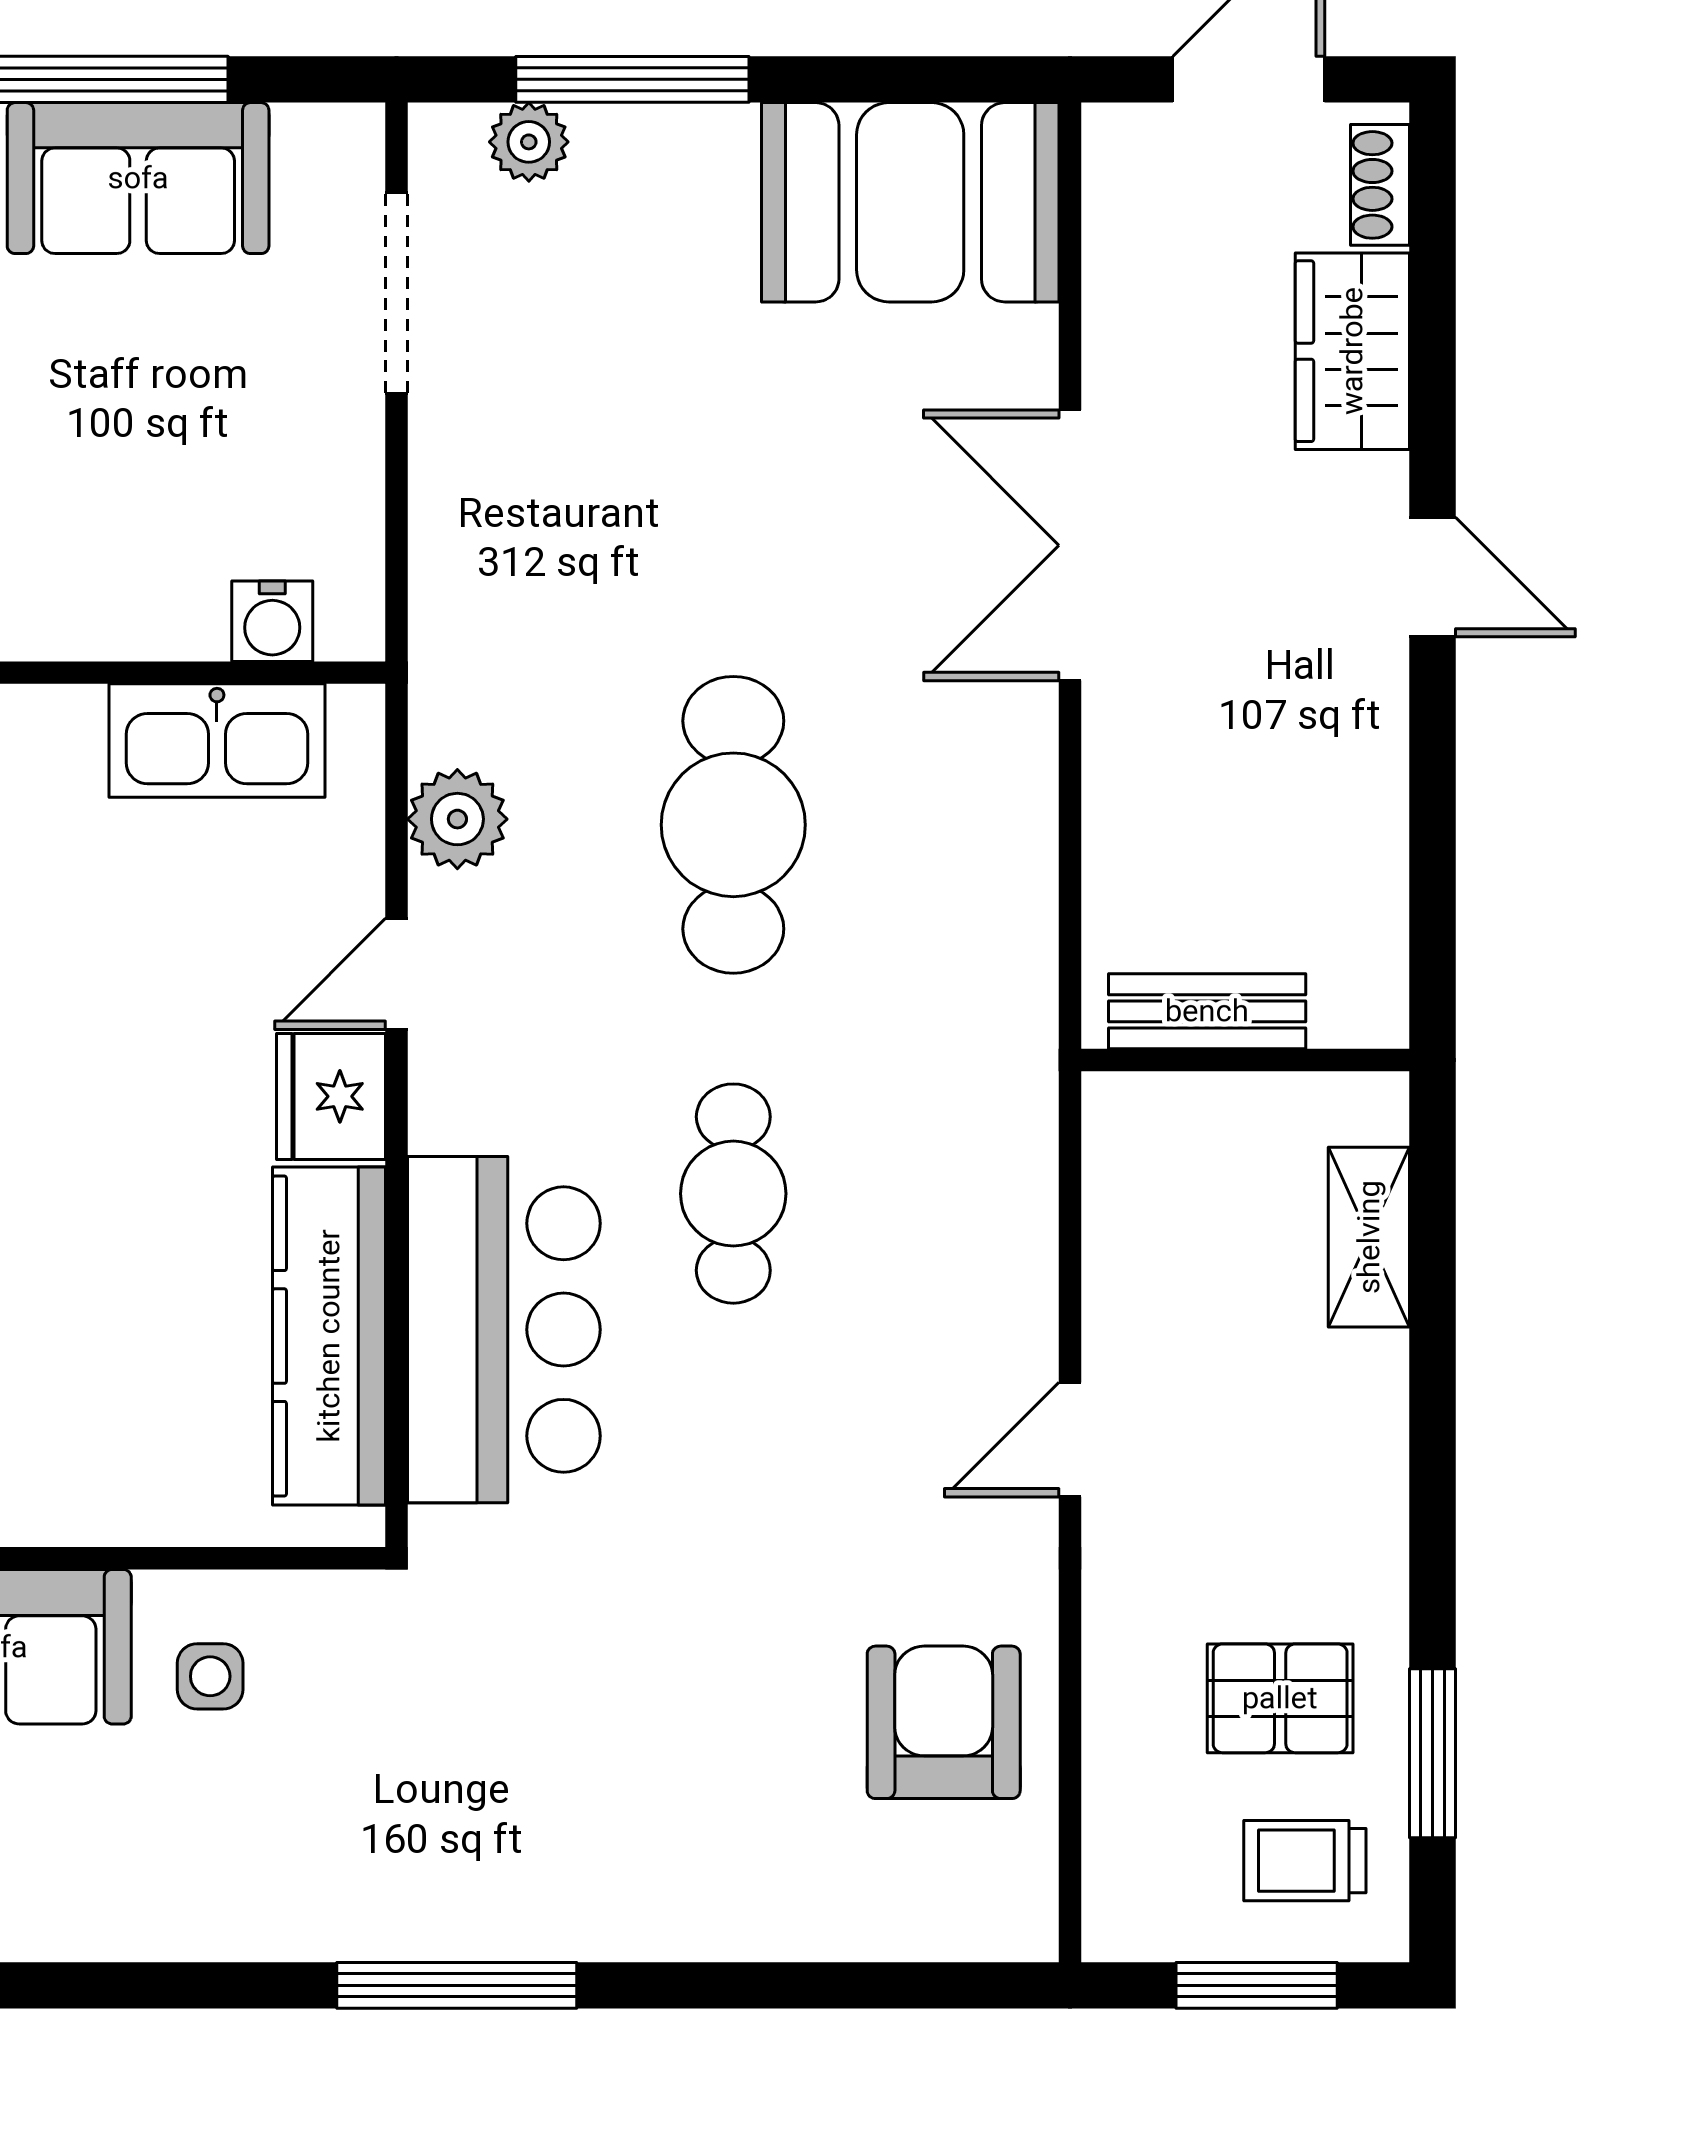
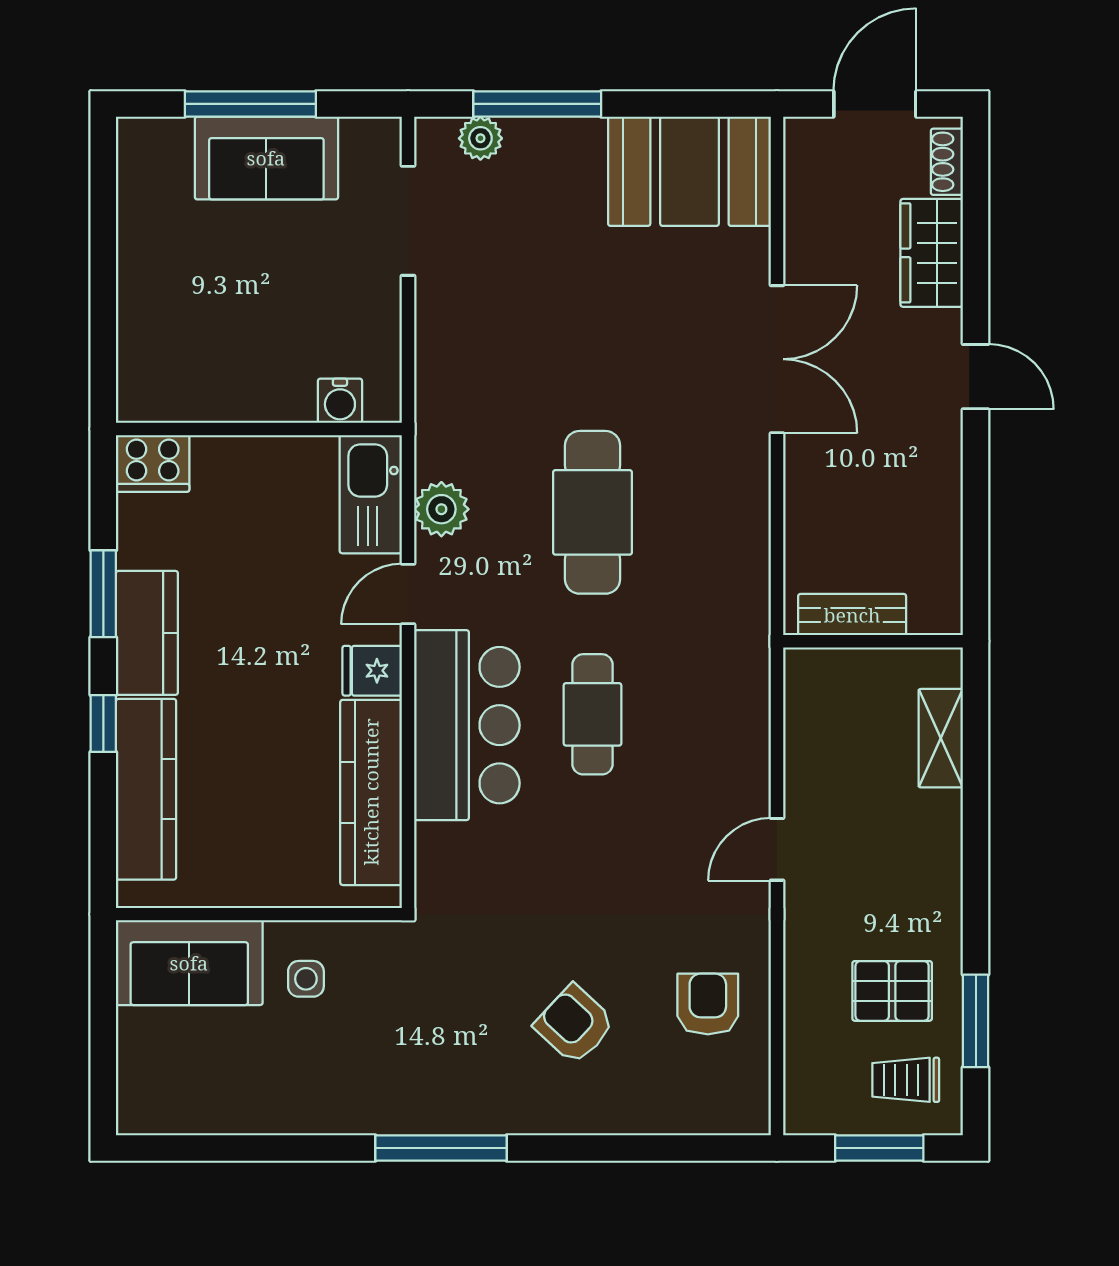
double door: (1070, 545) -> (777, 359), swing flipped
kitchen sink: (217, 741) -> (371, 494), moved, turned 90
fridge: (331, 1096) -> (372, 671), width x0.72
bar counter: (504, 1330) -> (467, 725), moved
armchair: (944, 1722) -> (708, 1004), width x0.72, depth x0.72
armchair: (700, 1759) -> (575, 1024), added

